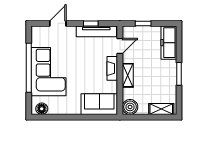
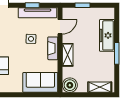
freezer: (169, 43) -> (107, 35), moved
side table: (90, 59) -> (31, 39), added

